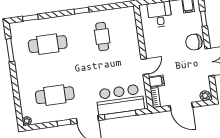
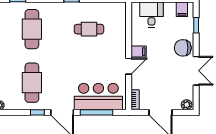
cafe table: (102, 37) -> (89, 29), turned 90
cafe table: (48, 44) -> (32, 29), turned 90
filing cabinet: (156, 81) -> (139, 52), moved
cafe table: (55, 95) -> (32, 83), turned 90

